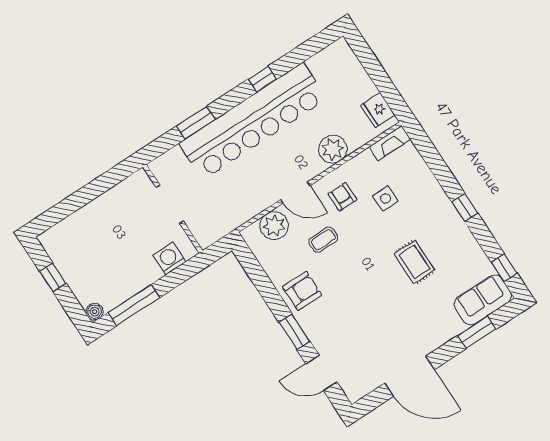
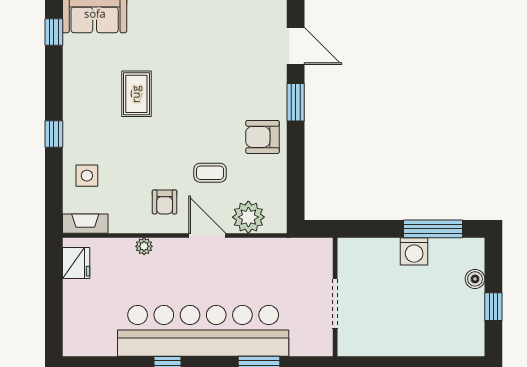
plant: (333, 149) -> (144, 246), width x0.53, depth x0.53
side table: (385, 198) -> (87, 176), moved
window: (465, 207) -> (54, 134), moved
washing machine: (169, 259) -> (414, 251), moved
boiler: (95, 312) -> (475, 279), moved

